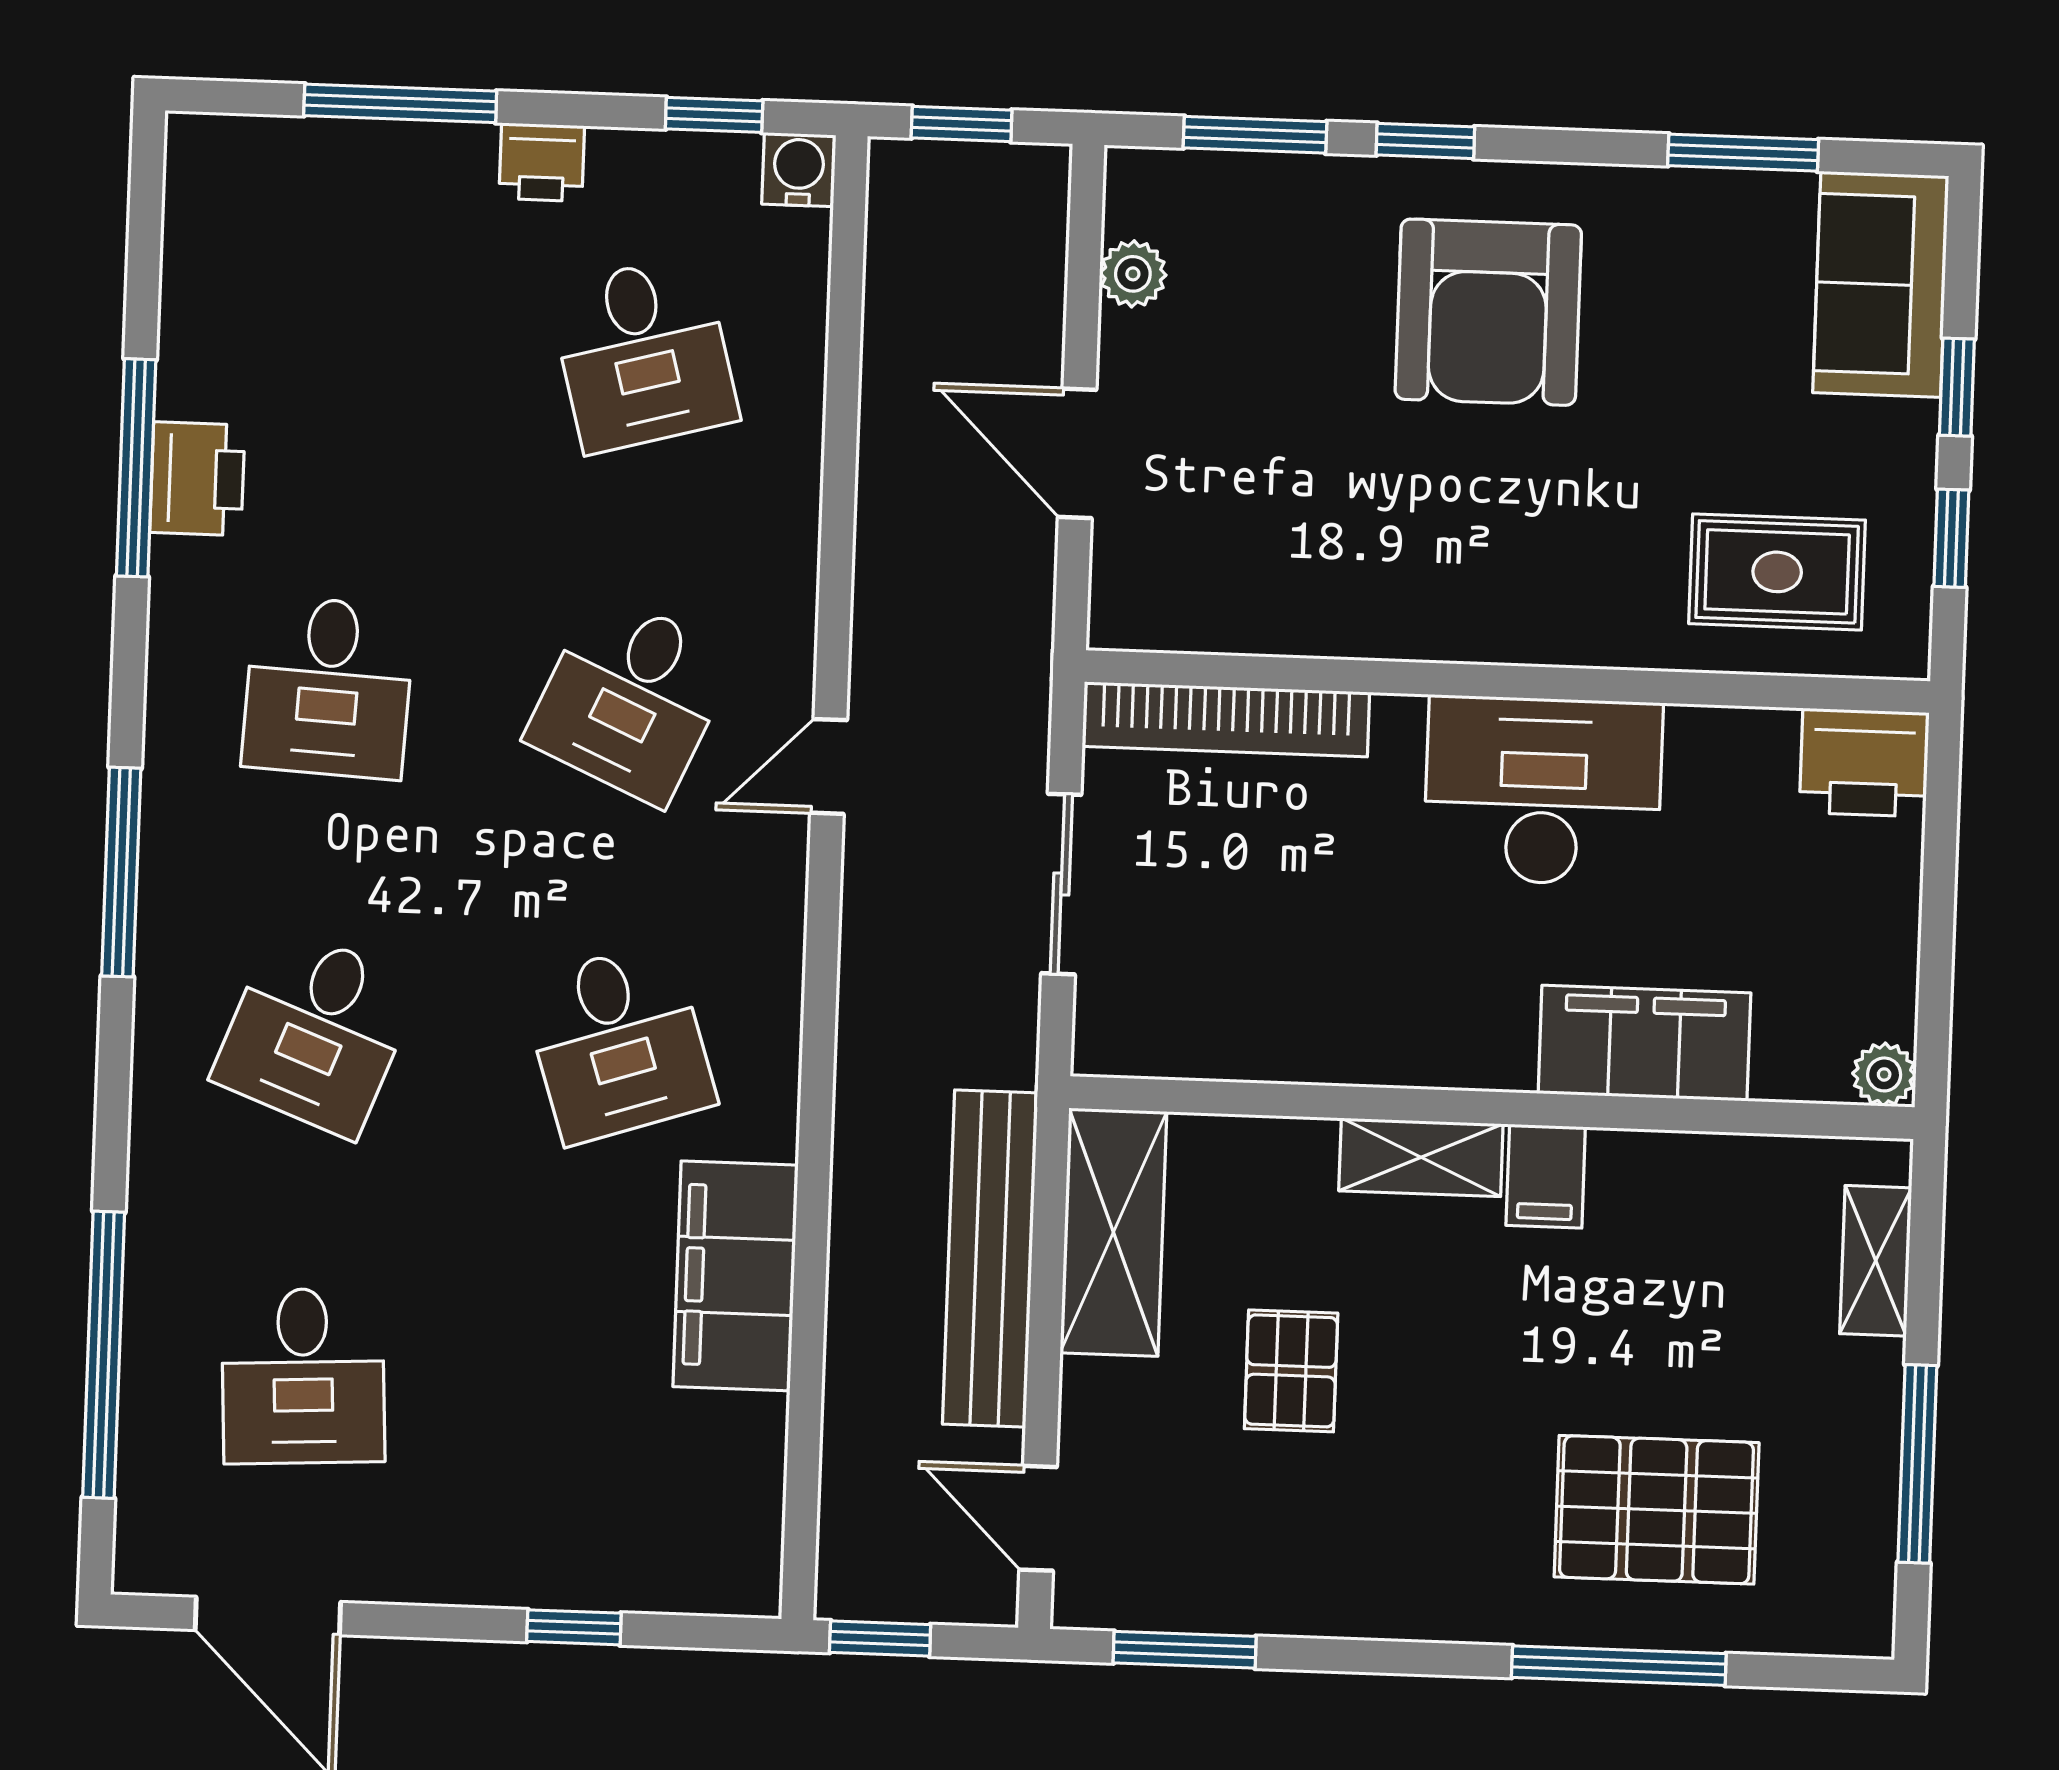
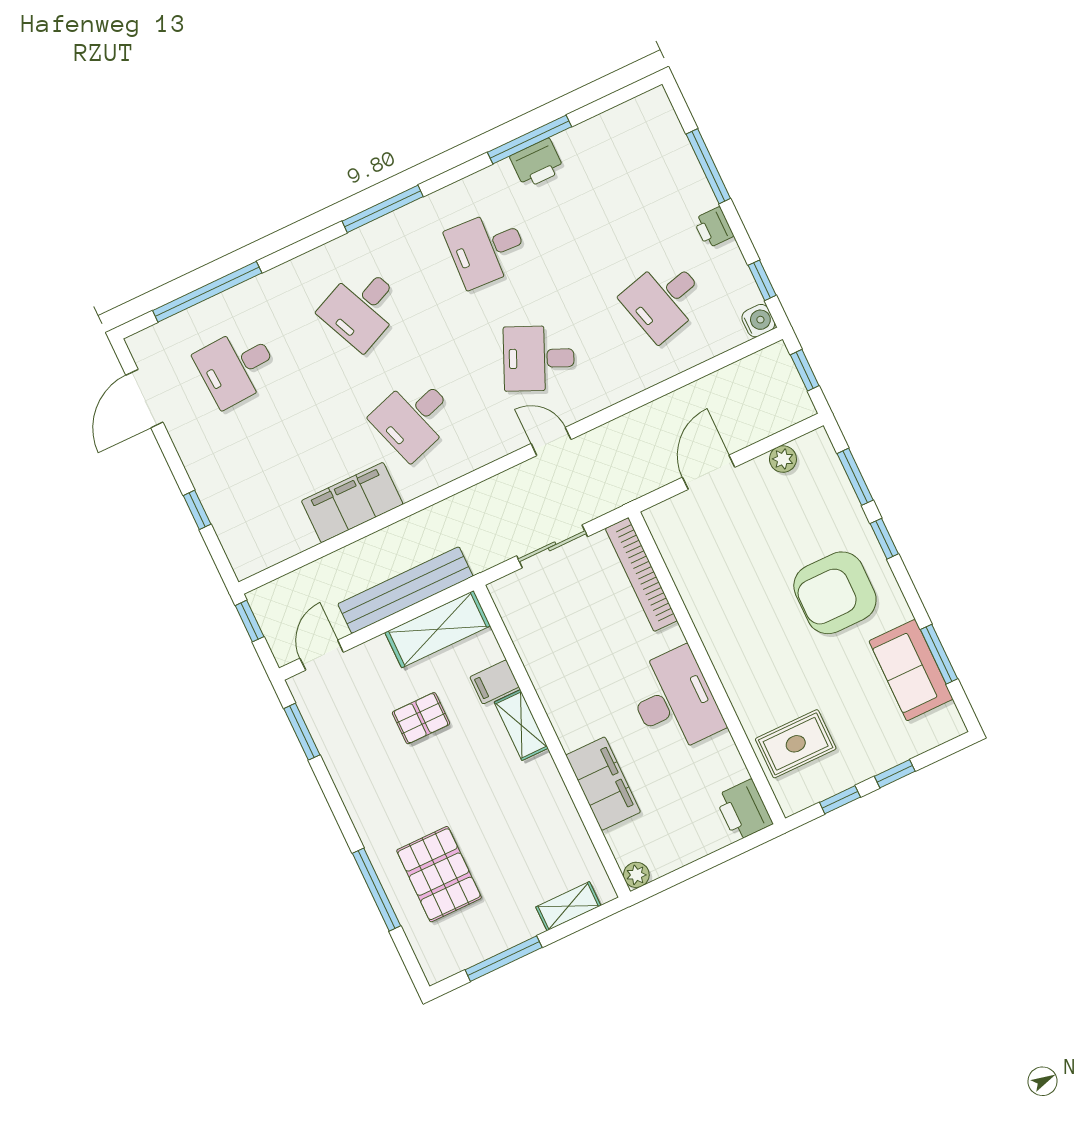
sofa: (1881, 284) -> (911, 670), moved, turned -90
rug: (1777, 572) -> (796, 744), turned 90
desk: (316, 1031) -> (362, 308), turned -45
filing cabinet: (1546, 1176) -> (494, 682), moved

